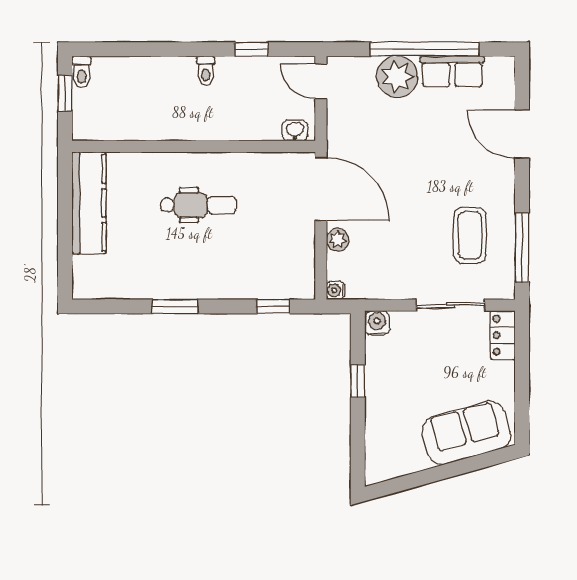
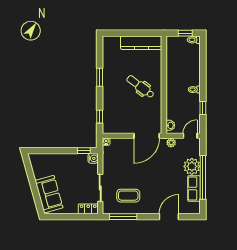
dental chair: (198, 205) -> (140, 87), turned 127
plant: (338, 240) -> (171, 143), moved
window: (358, 381) -> (84, 151), moved

